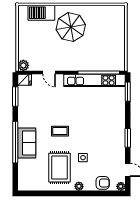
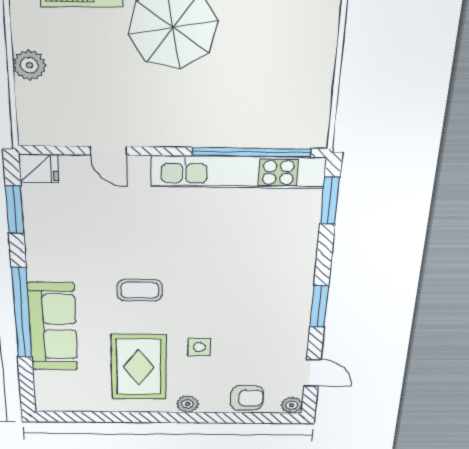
plant: (23, 65) -> (29, 65), moved
sofa: (27, 143) -> (53, 327), width x1.36

